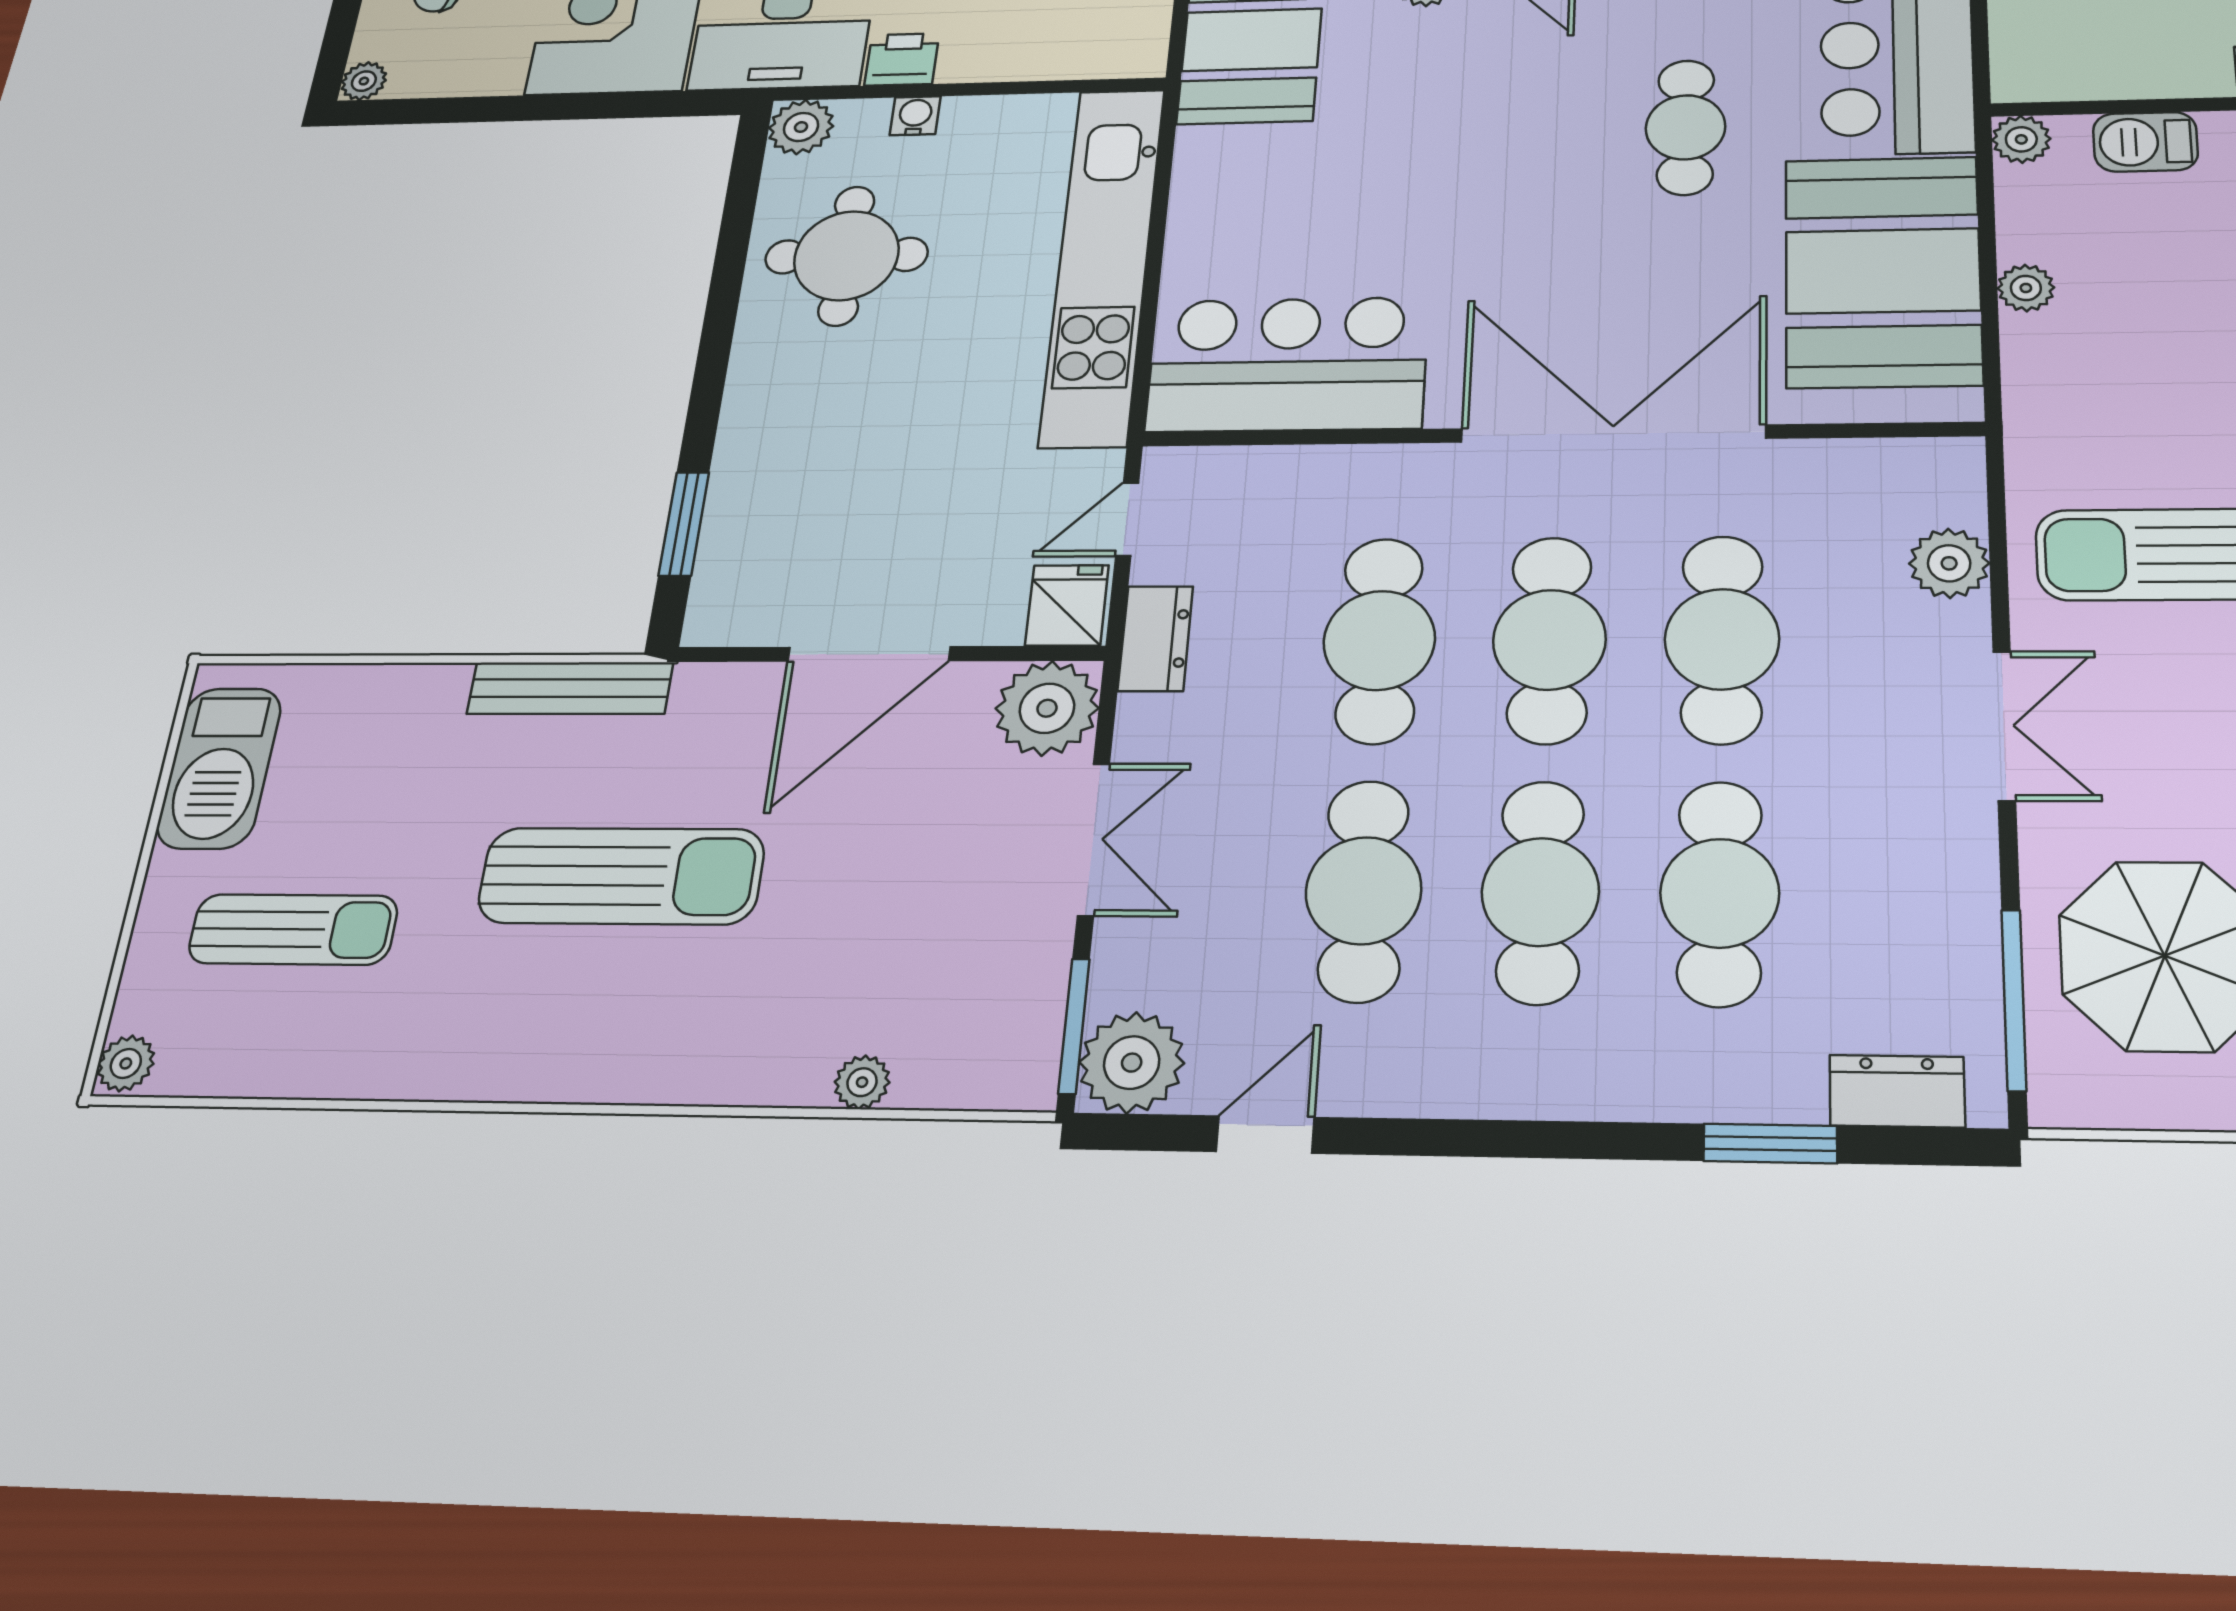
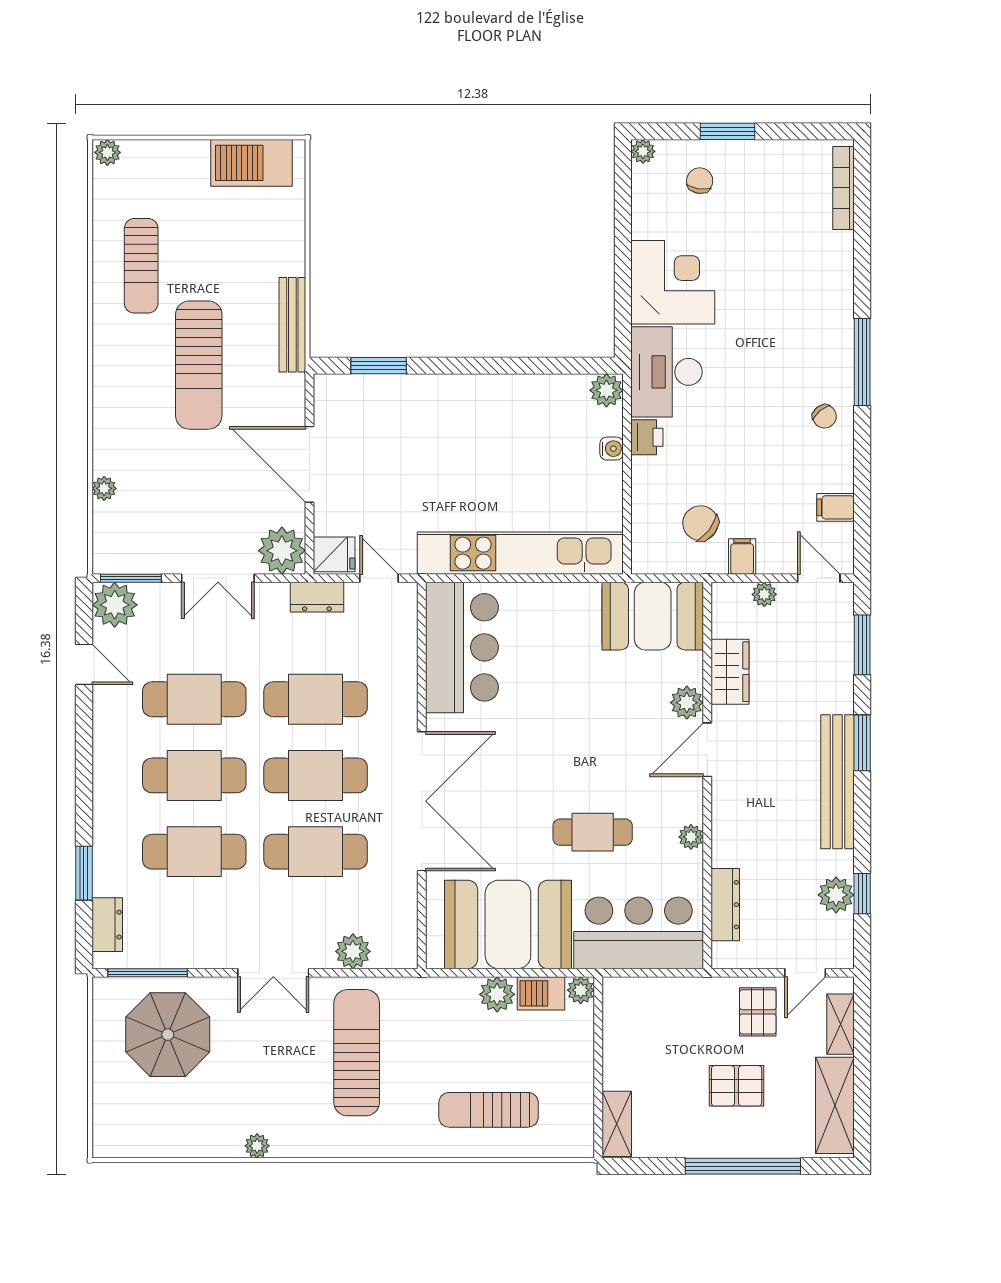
barbecue: (2145, 142) -> (541, 993), moved, turned -90
round table: (846, 256) -> (528, 424), removed
plant: (2026, 288) -> (497, 994), width x1.38, depth x1.38
sun lounger: (293, 929) -> (141, 266), moved

